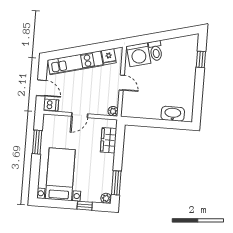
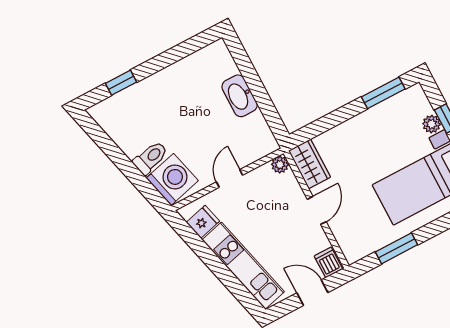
door: (41, 88) -> (312, 293), hinge flipped
washbasin: (173, 114) -> (240, 96), moved
door: (80, 115) -> (317, 210), hinge flipped
wardrobe: (109, 140) -> (309, 164), moved, turned -90
plant: (106, 198) -> (432, 124), moved

